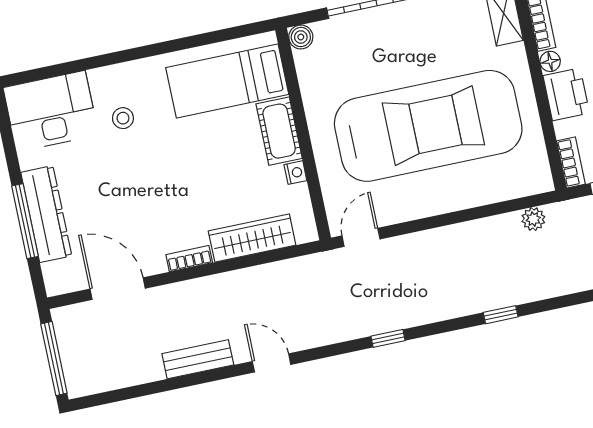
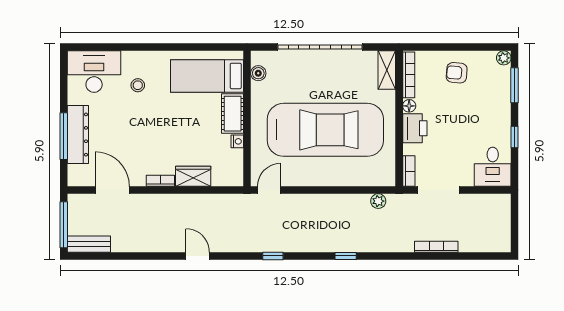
boiler: (301, 37) -> (258, 73), moved
wardrobe: (252, 238) -> (193, 176), width x0.67
bench: (198, 359) -> (89, 244), moved

